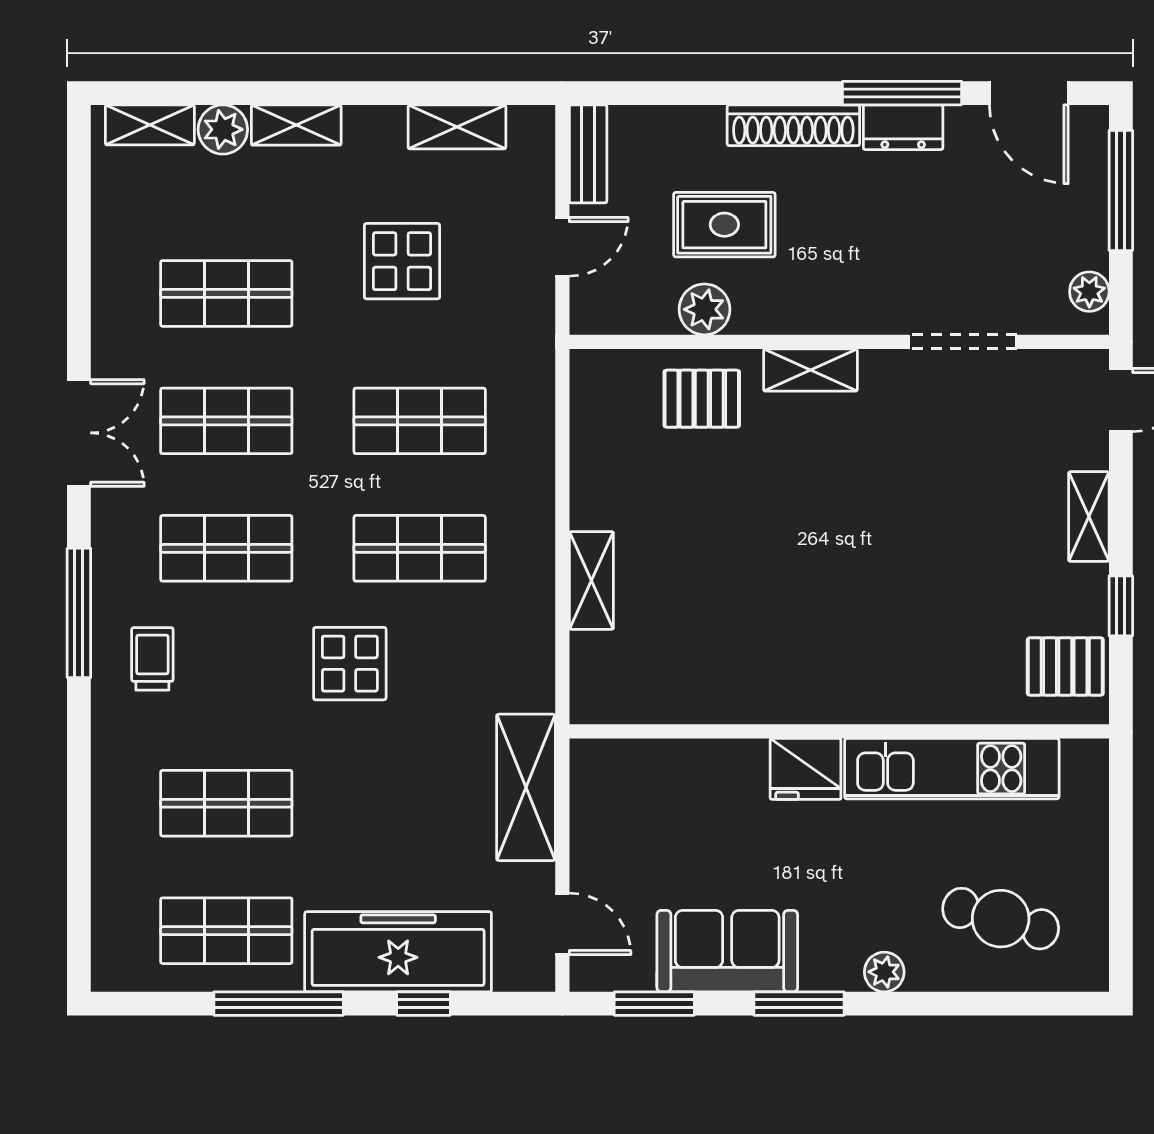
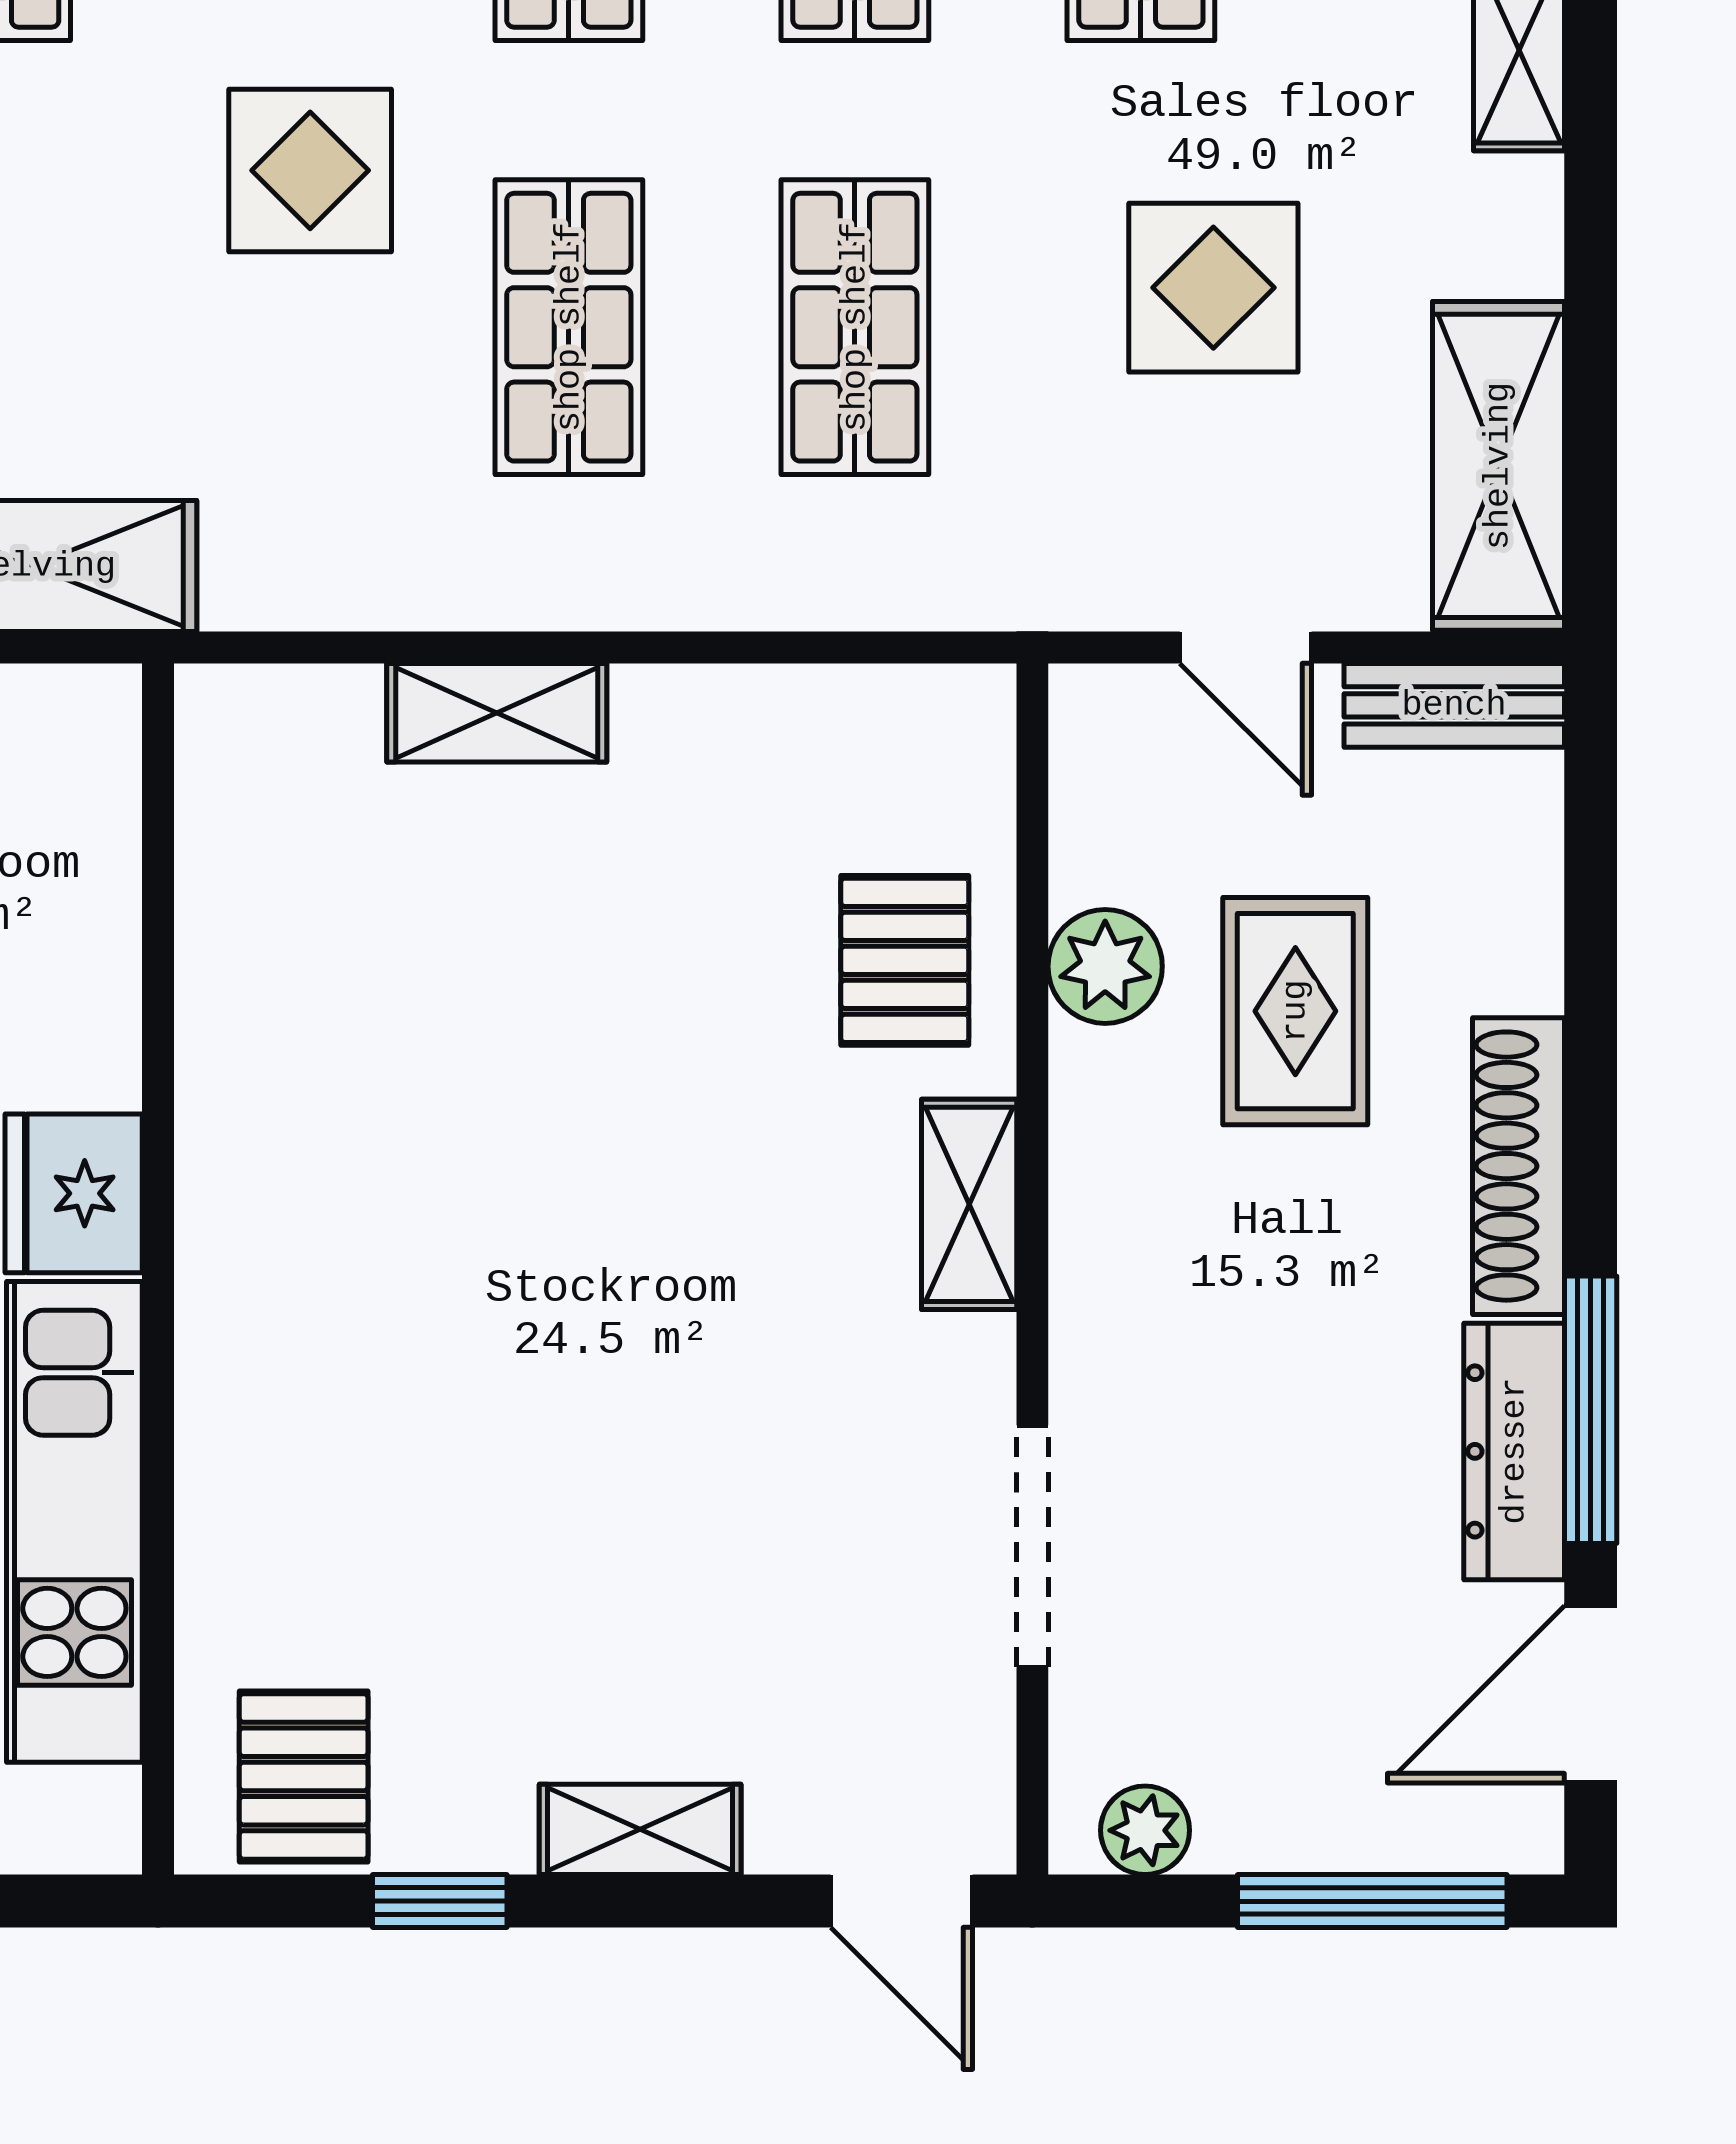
shelving: (457, 127) -> (1498, 466), width x1.50, depth x1.33
dresser: (903, 127) -> (1514, 1451), width x1.44

